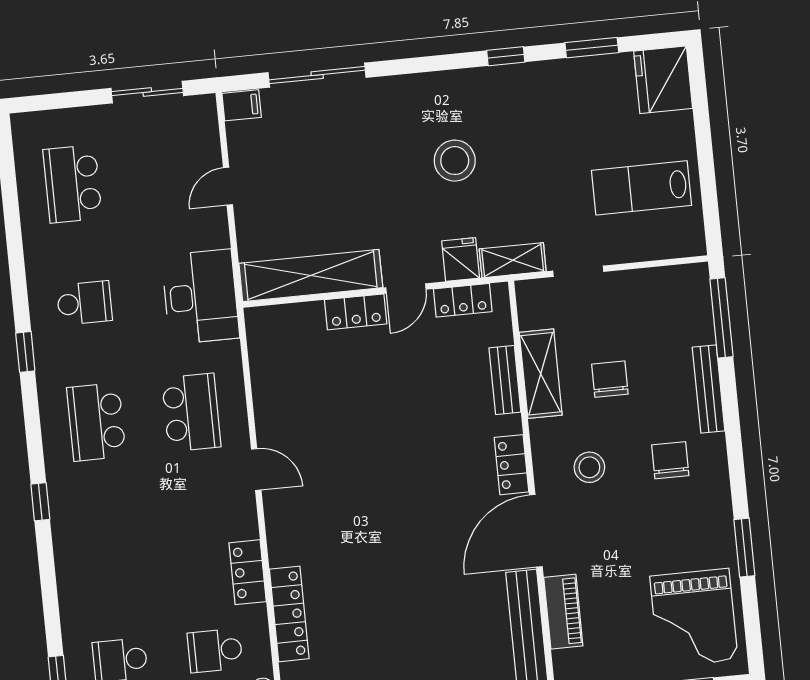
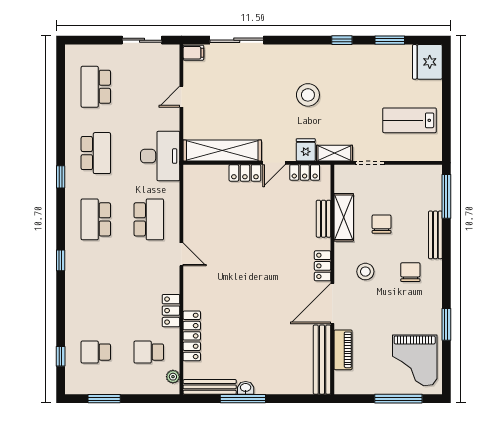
school desk: (84, 303) -> (96, 153), width x1.85

